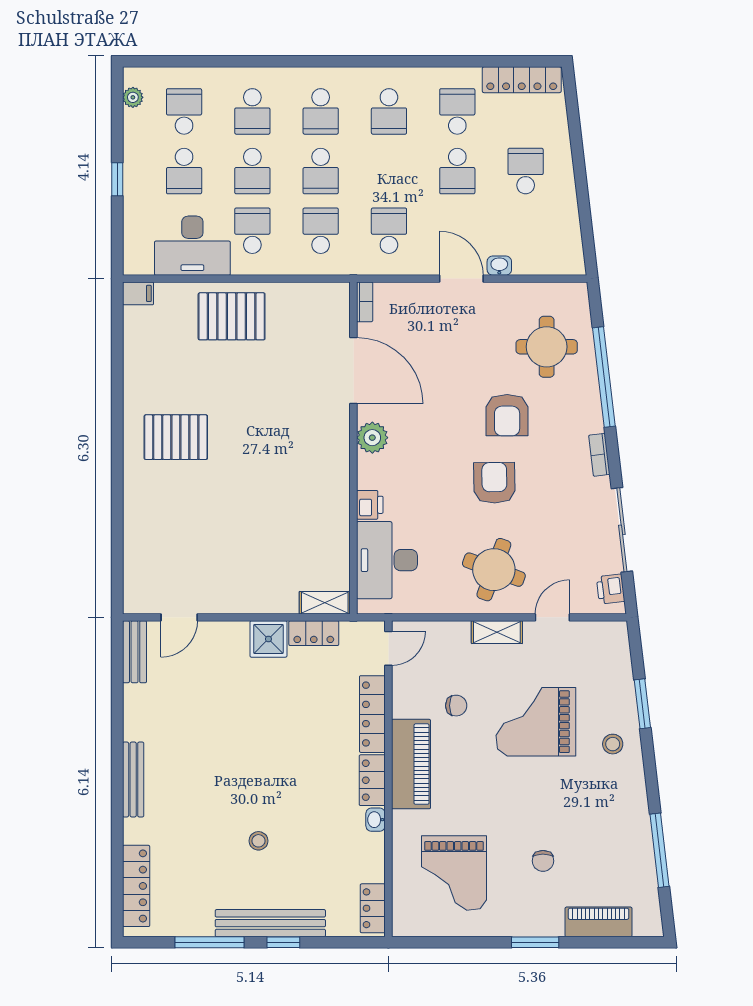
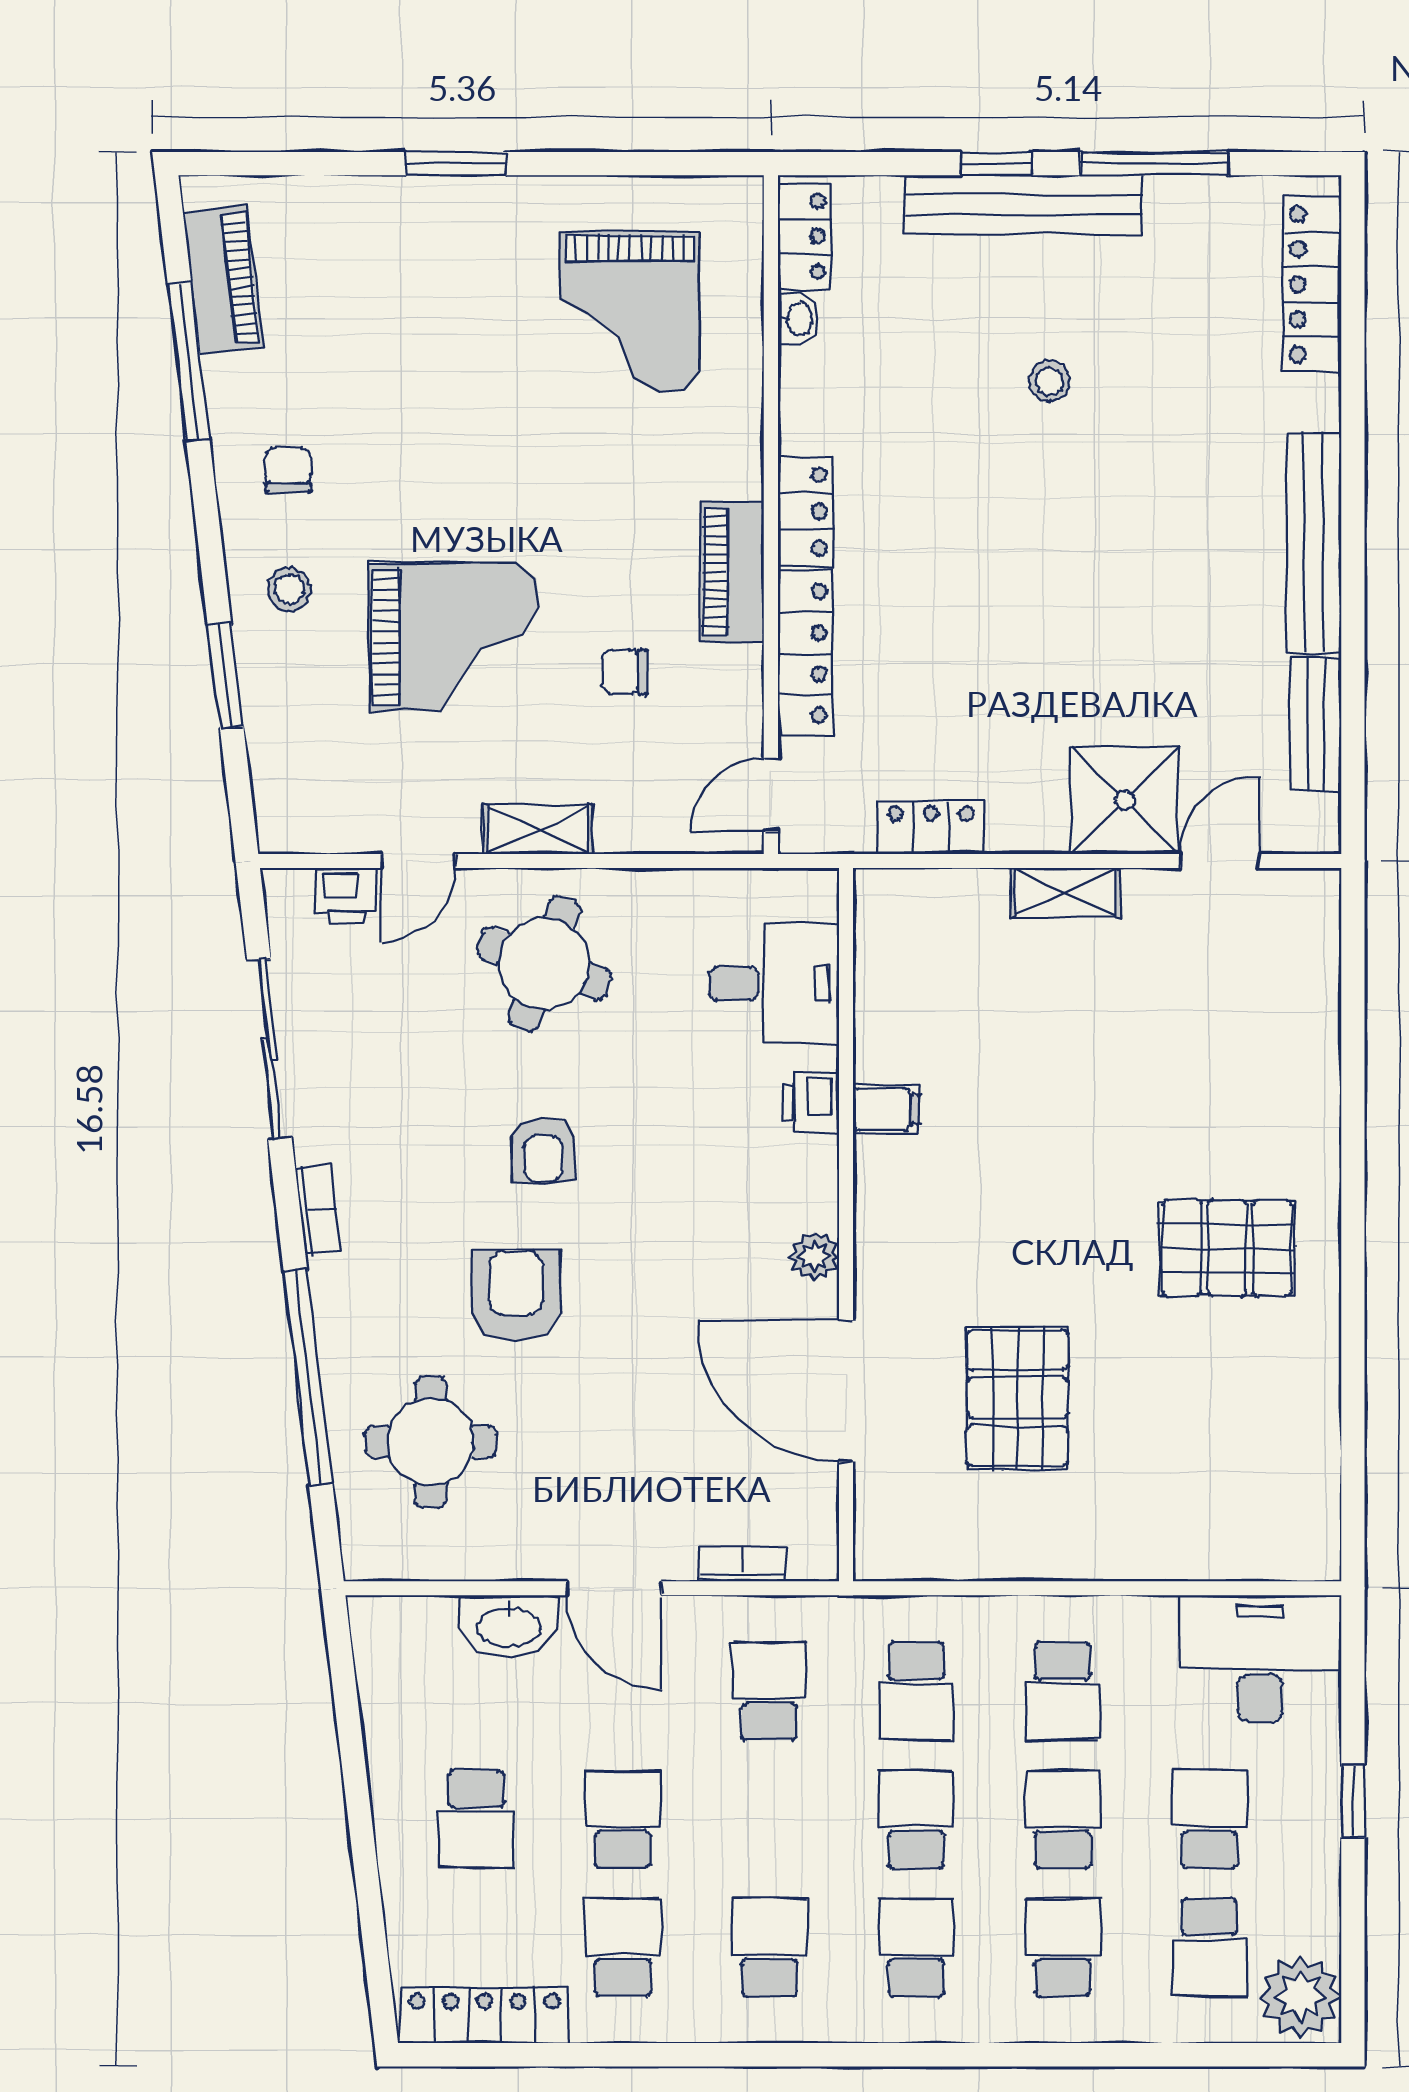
plant: (133, 97) -> (1300, 1997), width x1.88, depth x1.88
school desk: (457, 111) -> (623, 1947), turned 180
school desk: (389, 231) -> (769, 1691), turned 180
desk: (192, 246) -> (1260, 1659), moved
washbasin: (499, 266) -> (509, 1626), width x1.91, depth x1.45
filing cabinet: (138, 293) -> (886, 1109), moved, turned 180
bookcase: (365, 302) -> (742, 1564), moved, turned 90
pallet: (232, 316) -> (1017, 1398), moved, turned 90
plant: (372, 438) -> (815, 1256), width x0.73, depth x0.73
armchair: (494, 483) -> (543, 1150), width x0.72, depth x0.72
desk: (387, 560) -> (774, 984), width x0.73
printer: (611, 589) -> (346, 895), moved, turned 97
shelving: (325, 603) -> (1065, 892), moved
shower: (268, 639) -> (1125, 800), moved, width x1.36, depth x1.36
bench: (135, 652) -> (1316, 724), moved
piano: (411, 764) -> (732, 572), width x0.73, depth x0.75
bench: (133, 780) -> (1314, 542), width x1.37, depth x1.21
washbasin: (376, 820) -> (798, 319), moved
chair: (543, 861) -> (288, 470), moved
grand piano: (454, 873) -> (630, 312), turned 180
piano: (598, 922) -> (223, 280), moved, turned -97

